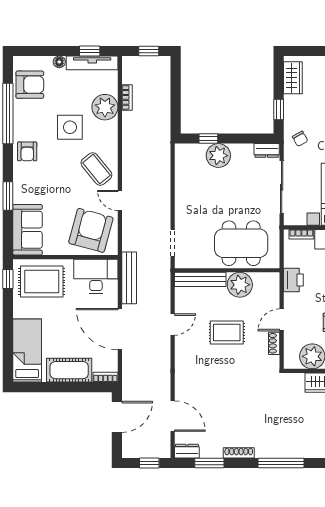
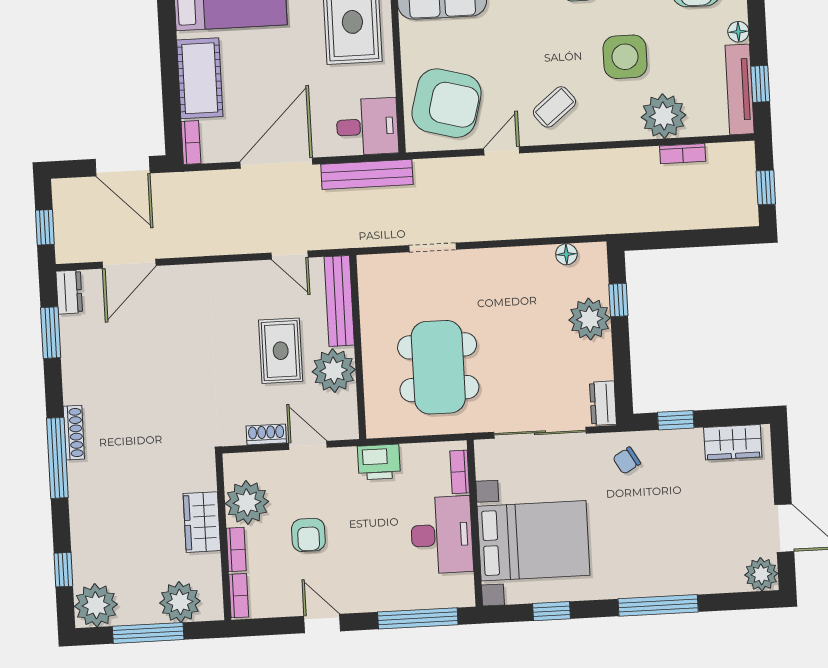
floor lamp: (181, 167) -> (566, 254), added
coffee table: (96, 169) -> (554, 107), width x0.73, depth x0.77
wall: (227, 270) -> (358, 347), moved
desk: (96, 276) -> (367, 127), width x0.73
bench: (200, 279) -> (339, 301), moved
plant: (240, 285) -> (334, 371), moved
shoe rack: (239, 453) -> (74, 433), moved

